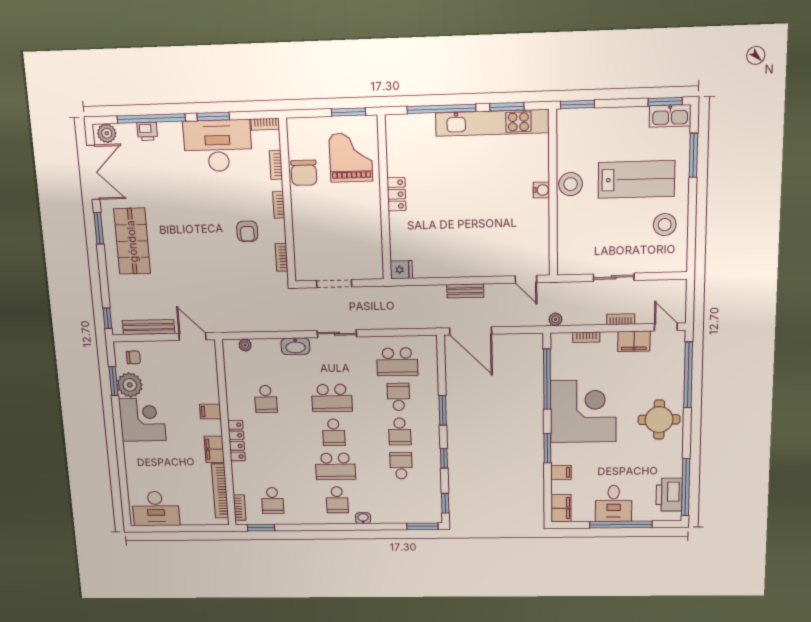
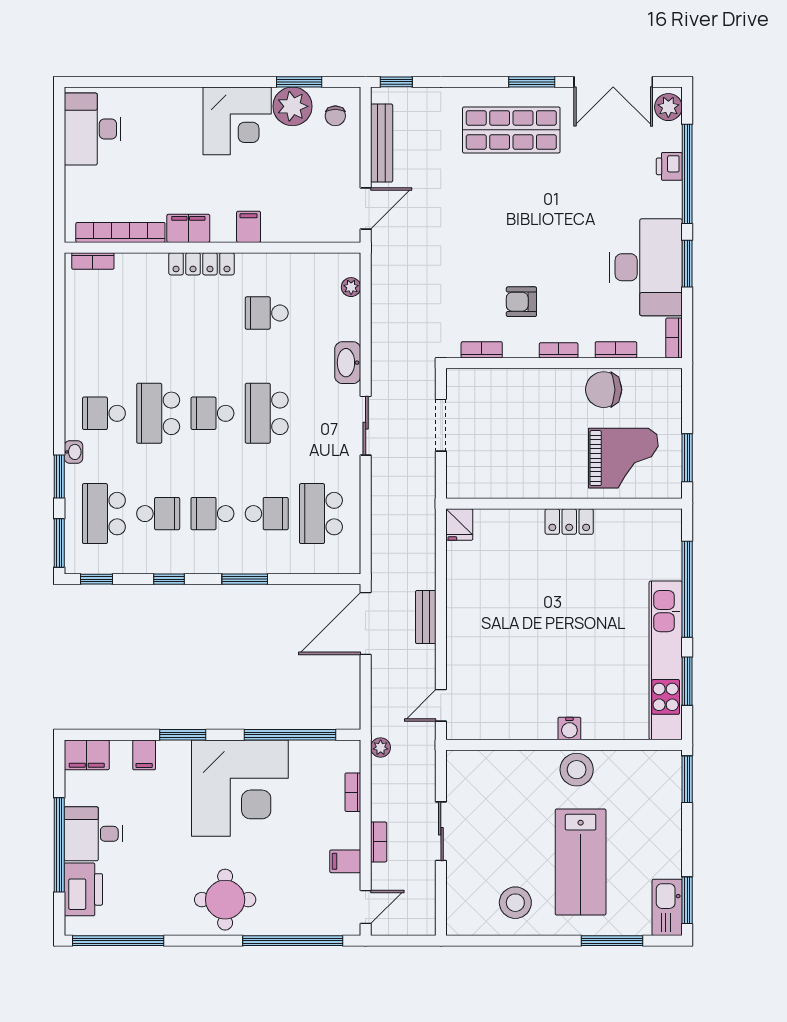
filing cabinet: (634, 341) -> (345, 861), width x0.50
printer: (669, 495) -> (83, 889), moved, turned 90
school desk: (272, 501) -> (104, 514), moved, width x1.85
window: (261, 528) -> (59, 476), moved

